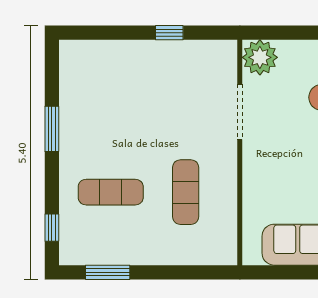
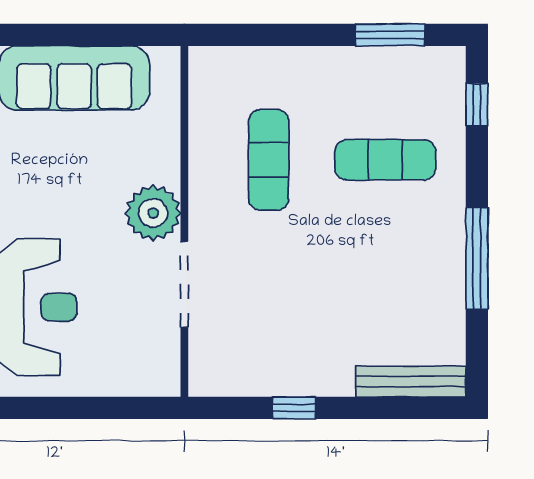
bench: (94, 50) -> (411, 382), added
plant: (260, 57) -> (153, 213), moved
window: (52, 129) -> (477, 258), width x1.44

